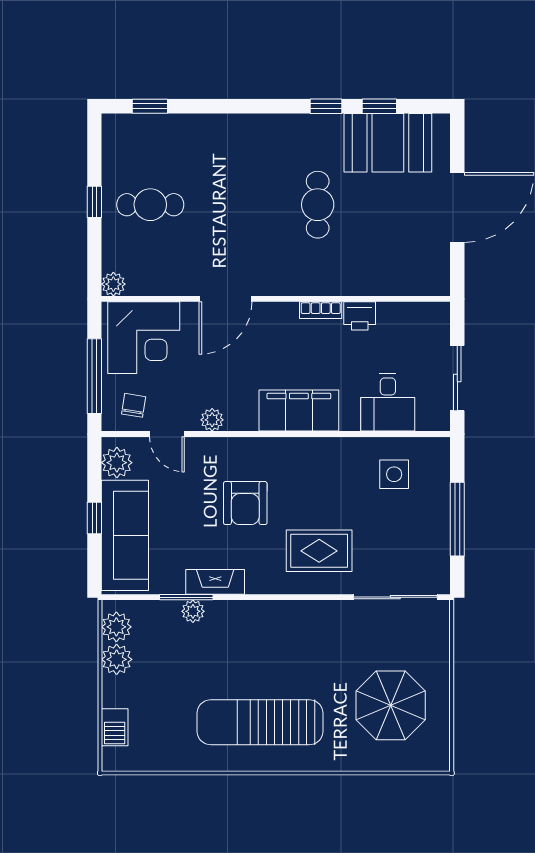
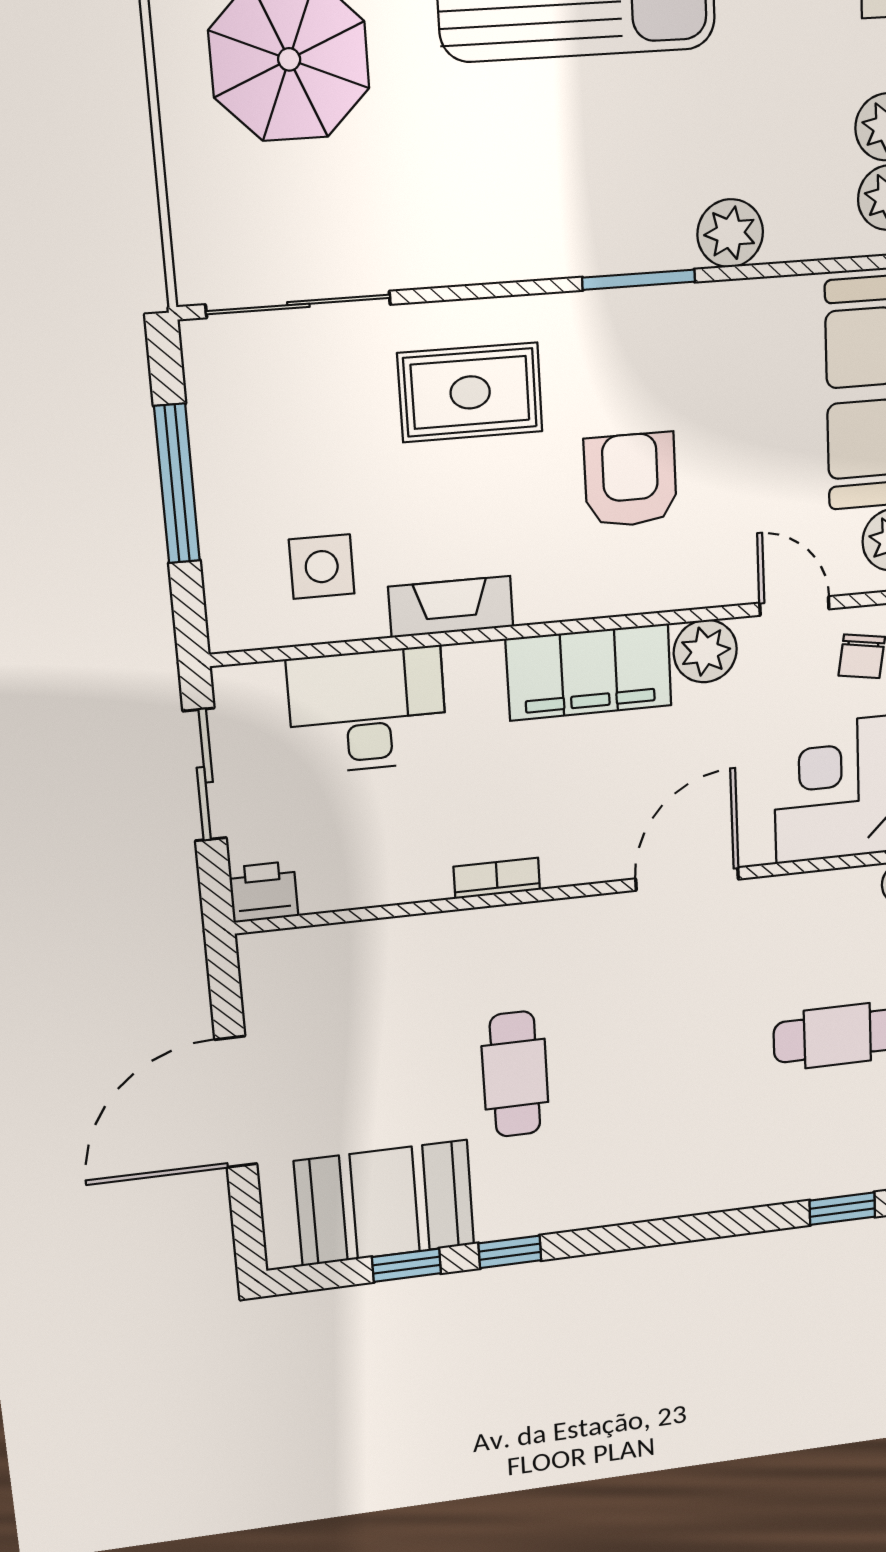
printer: (360, 316) -> (264, 892), moved
desk: (388, 402) -> (367, 710), width x1.37
filing cabinet: (299, 411) -> (589, 672), moved
plant: (212, 420) -> (705, 651), width x1.38, depth x1.38
fireplace: (215, 582) -> (451, 607), moved, turned 180
window: (186, 597) -> (639, 280), moved
plant: (193, 611) -> (730, 233), width x1.38, depth x1.38

